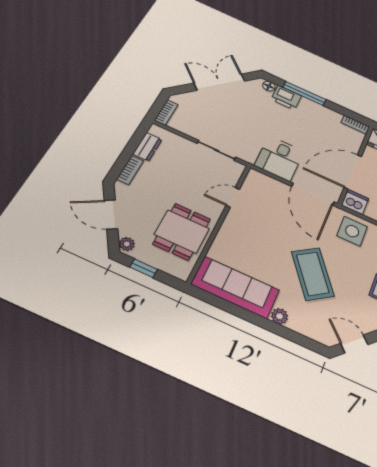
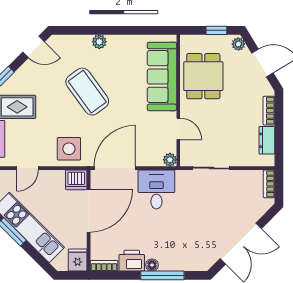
floor lamp: (269, 86) -> (152, 265), moved
printer: (286, 98) -> (132, 261), moved
plant: (254, 176) -> (170, 160), added
door: (313, 194) -> (115, 168), hinge flipped
door: (233, 197) -> (178, 129), hinge flipped
sofa: (235, 287) -> (162, 76), moved, turned 90

